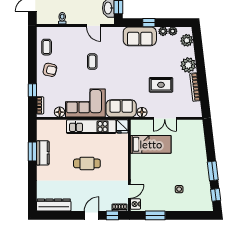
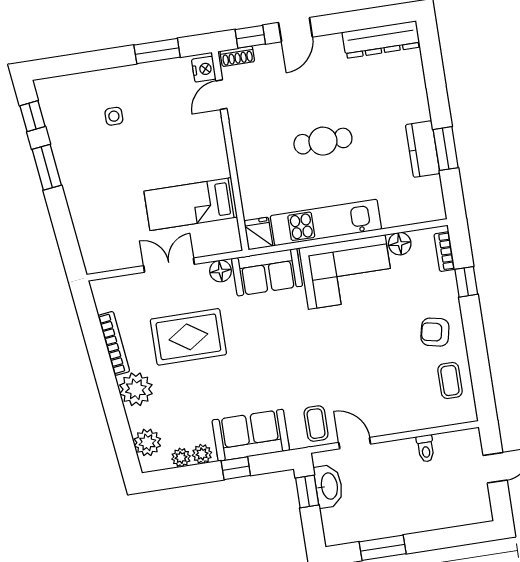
coffee table: (92, 62) -> (316, 424), moved
rug: (161, 85) -> (188, 337), width x1.36, depth x1.43

